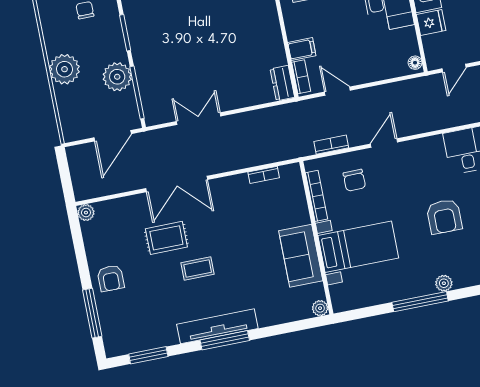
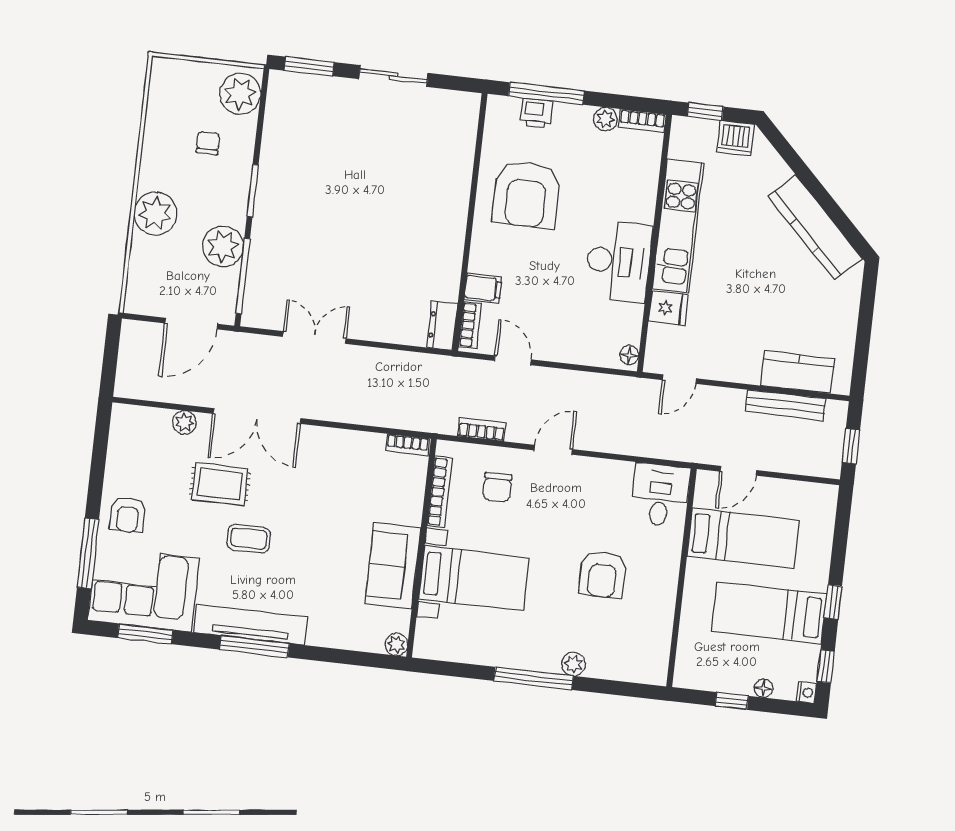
bookcase: (264, 175) -> (408, 445), moved
plant: (86, 213) -> (184, 422), moved
corner sofa: (138, 325) -> (144, 589), added

